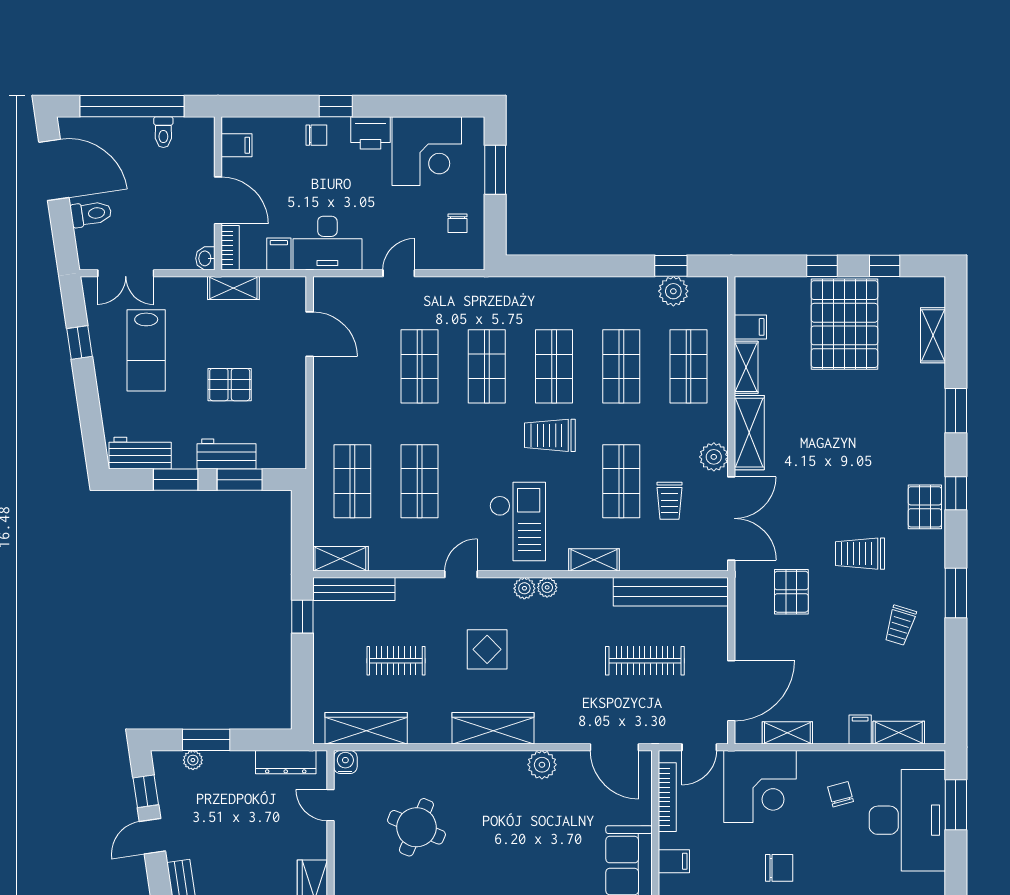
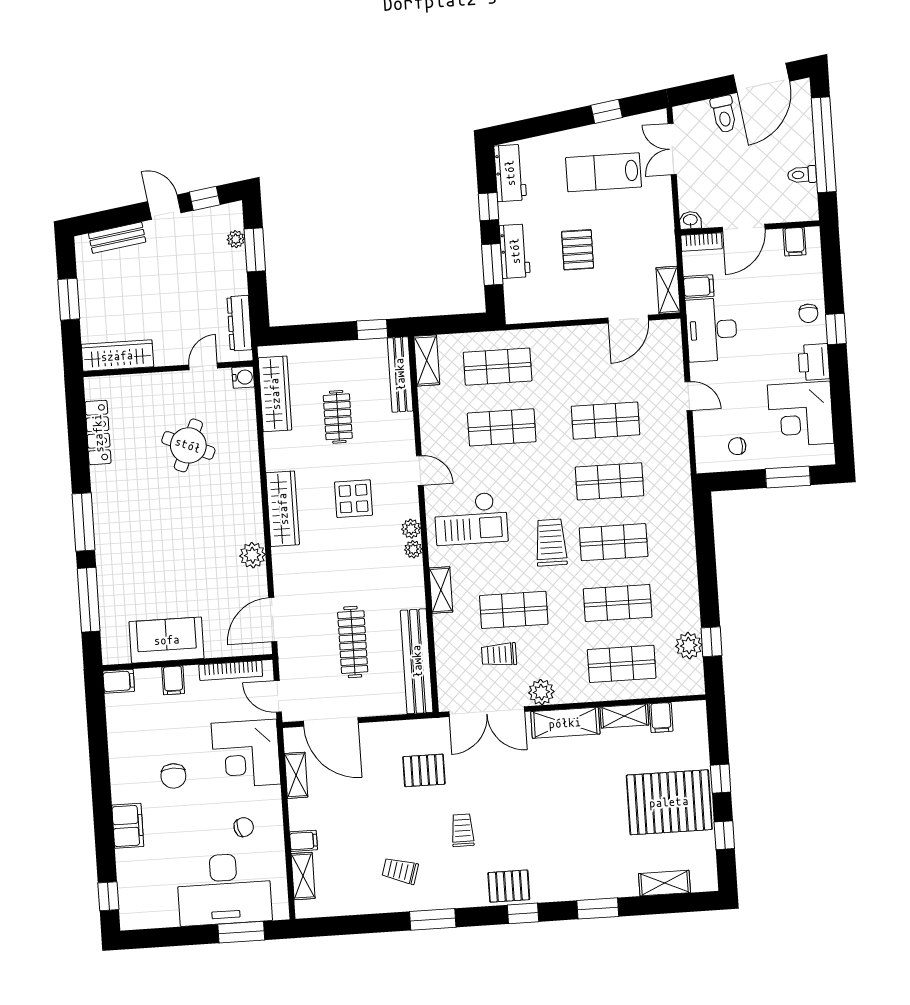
shelving: (233, 288) -> (668, 290), moved
window: (176, 480) -> (488, 207), width x0.67
trolley: (860, 554) -> (463, 830), width x0.73, depth x0.72

